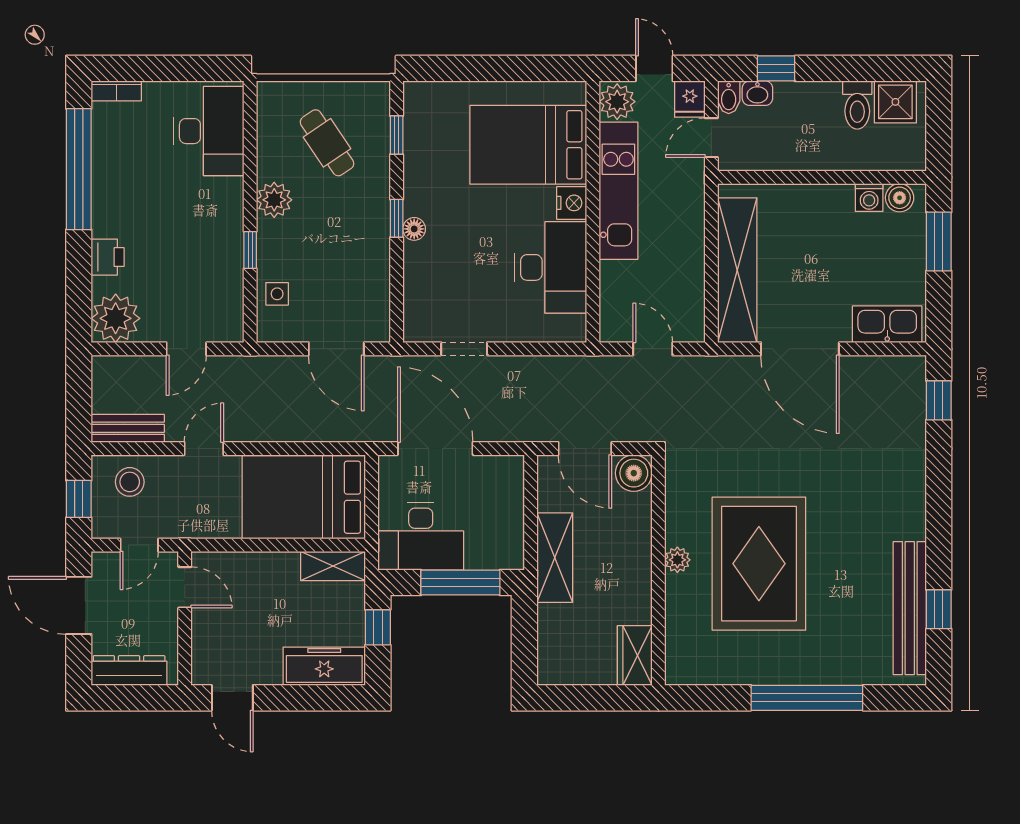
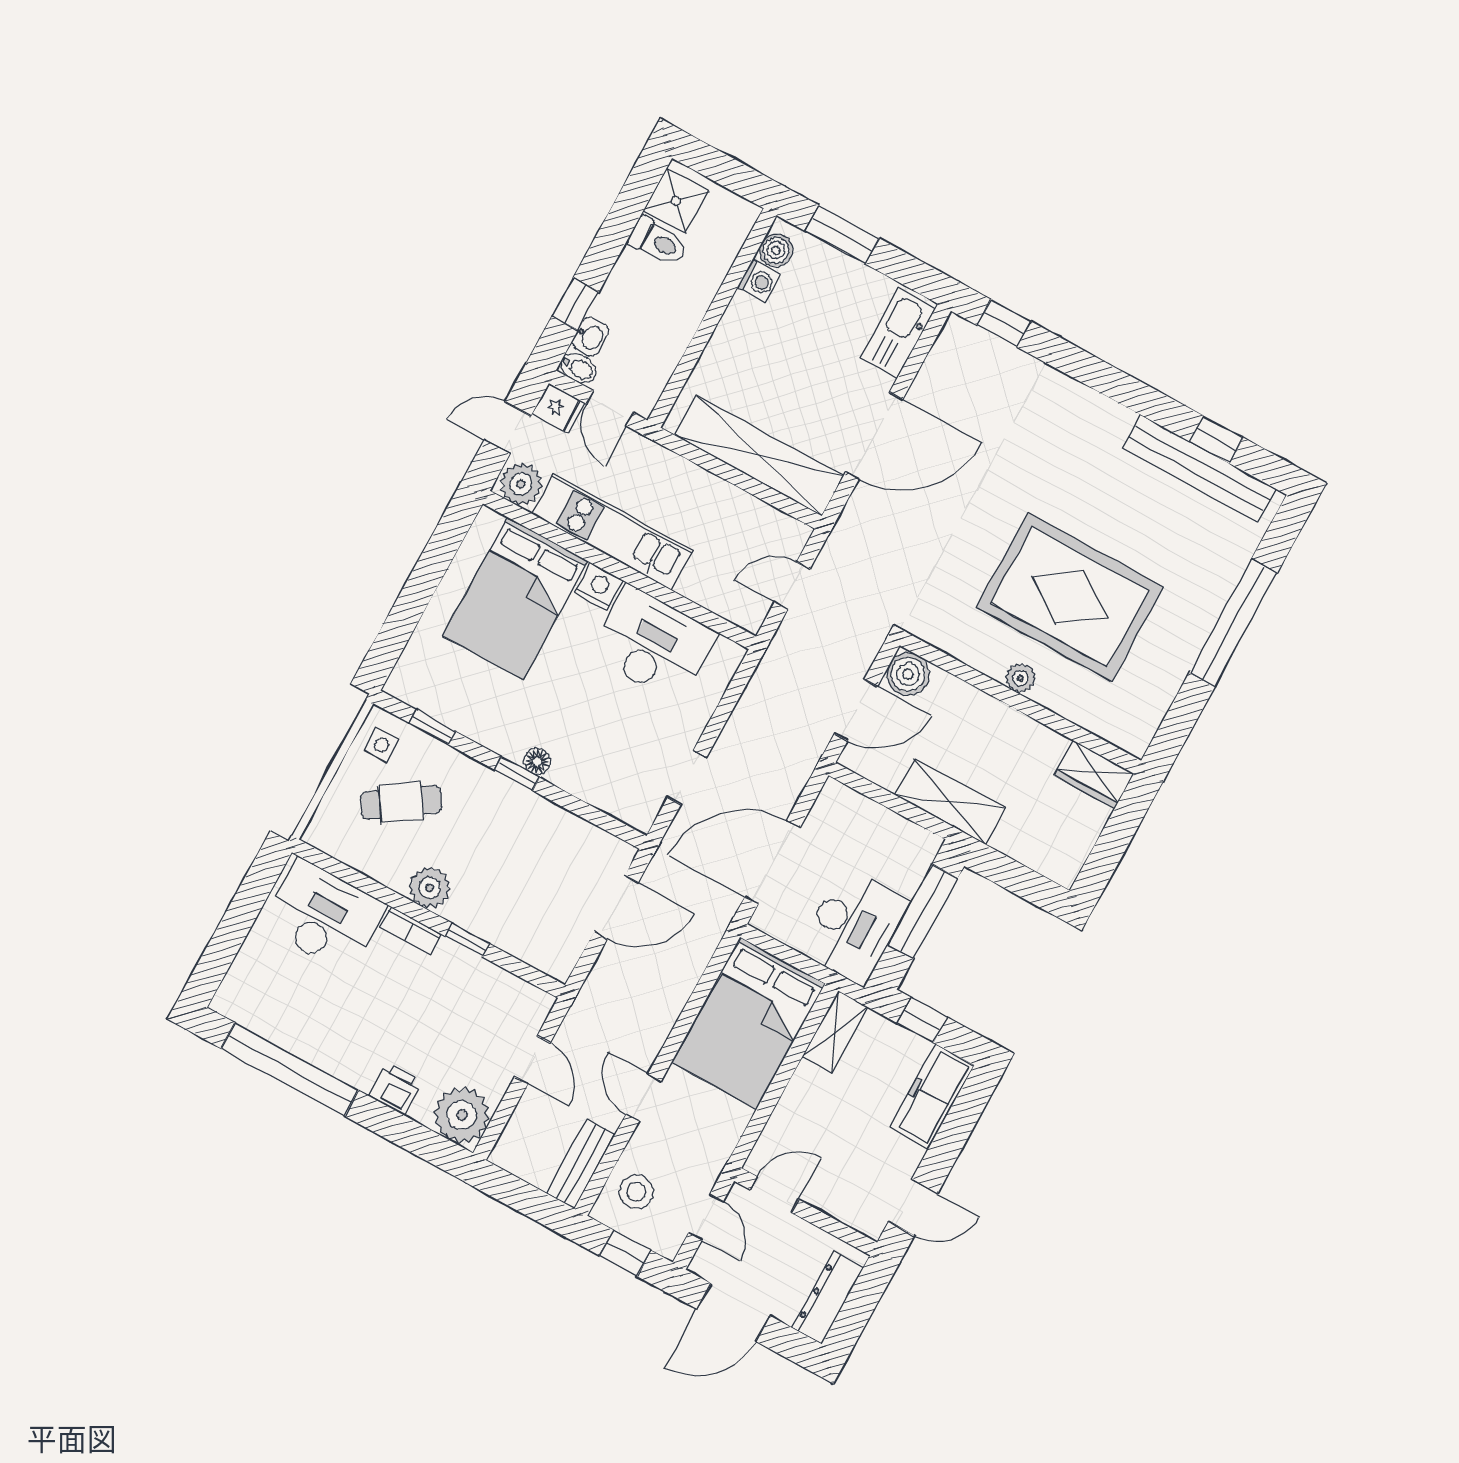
bookcase: (116, 91) -> (411, 930), moved, turned 90
side table: (277, 294) -> (381, 745), moved

